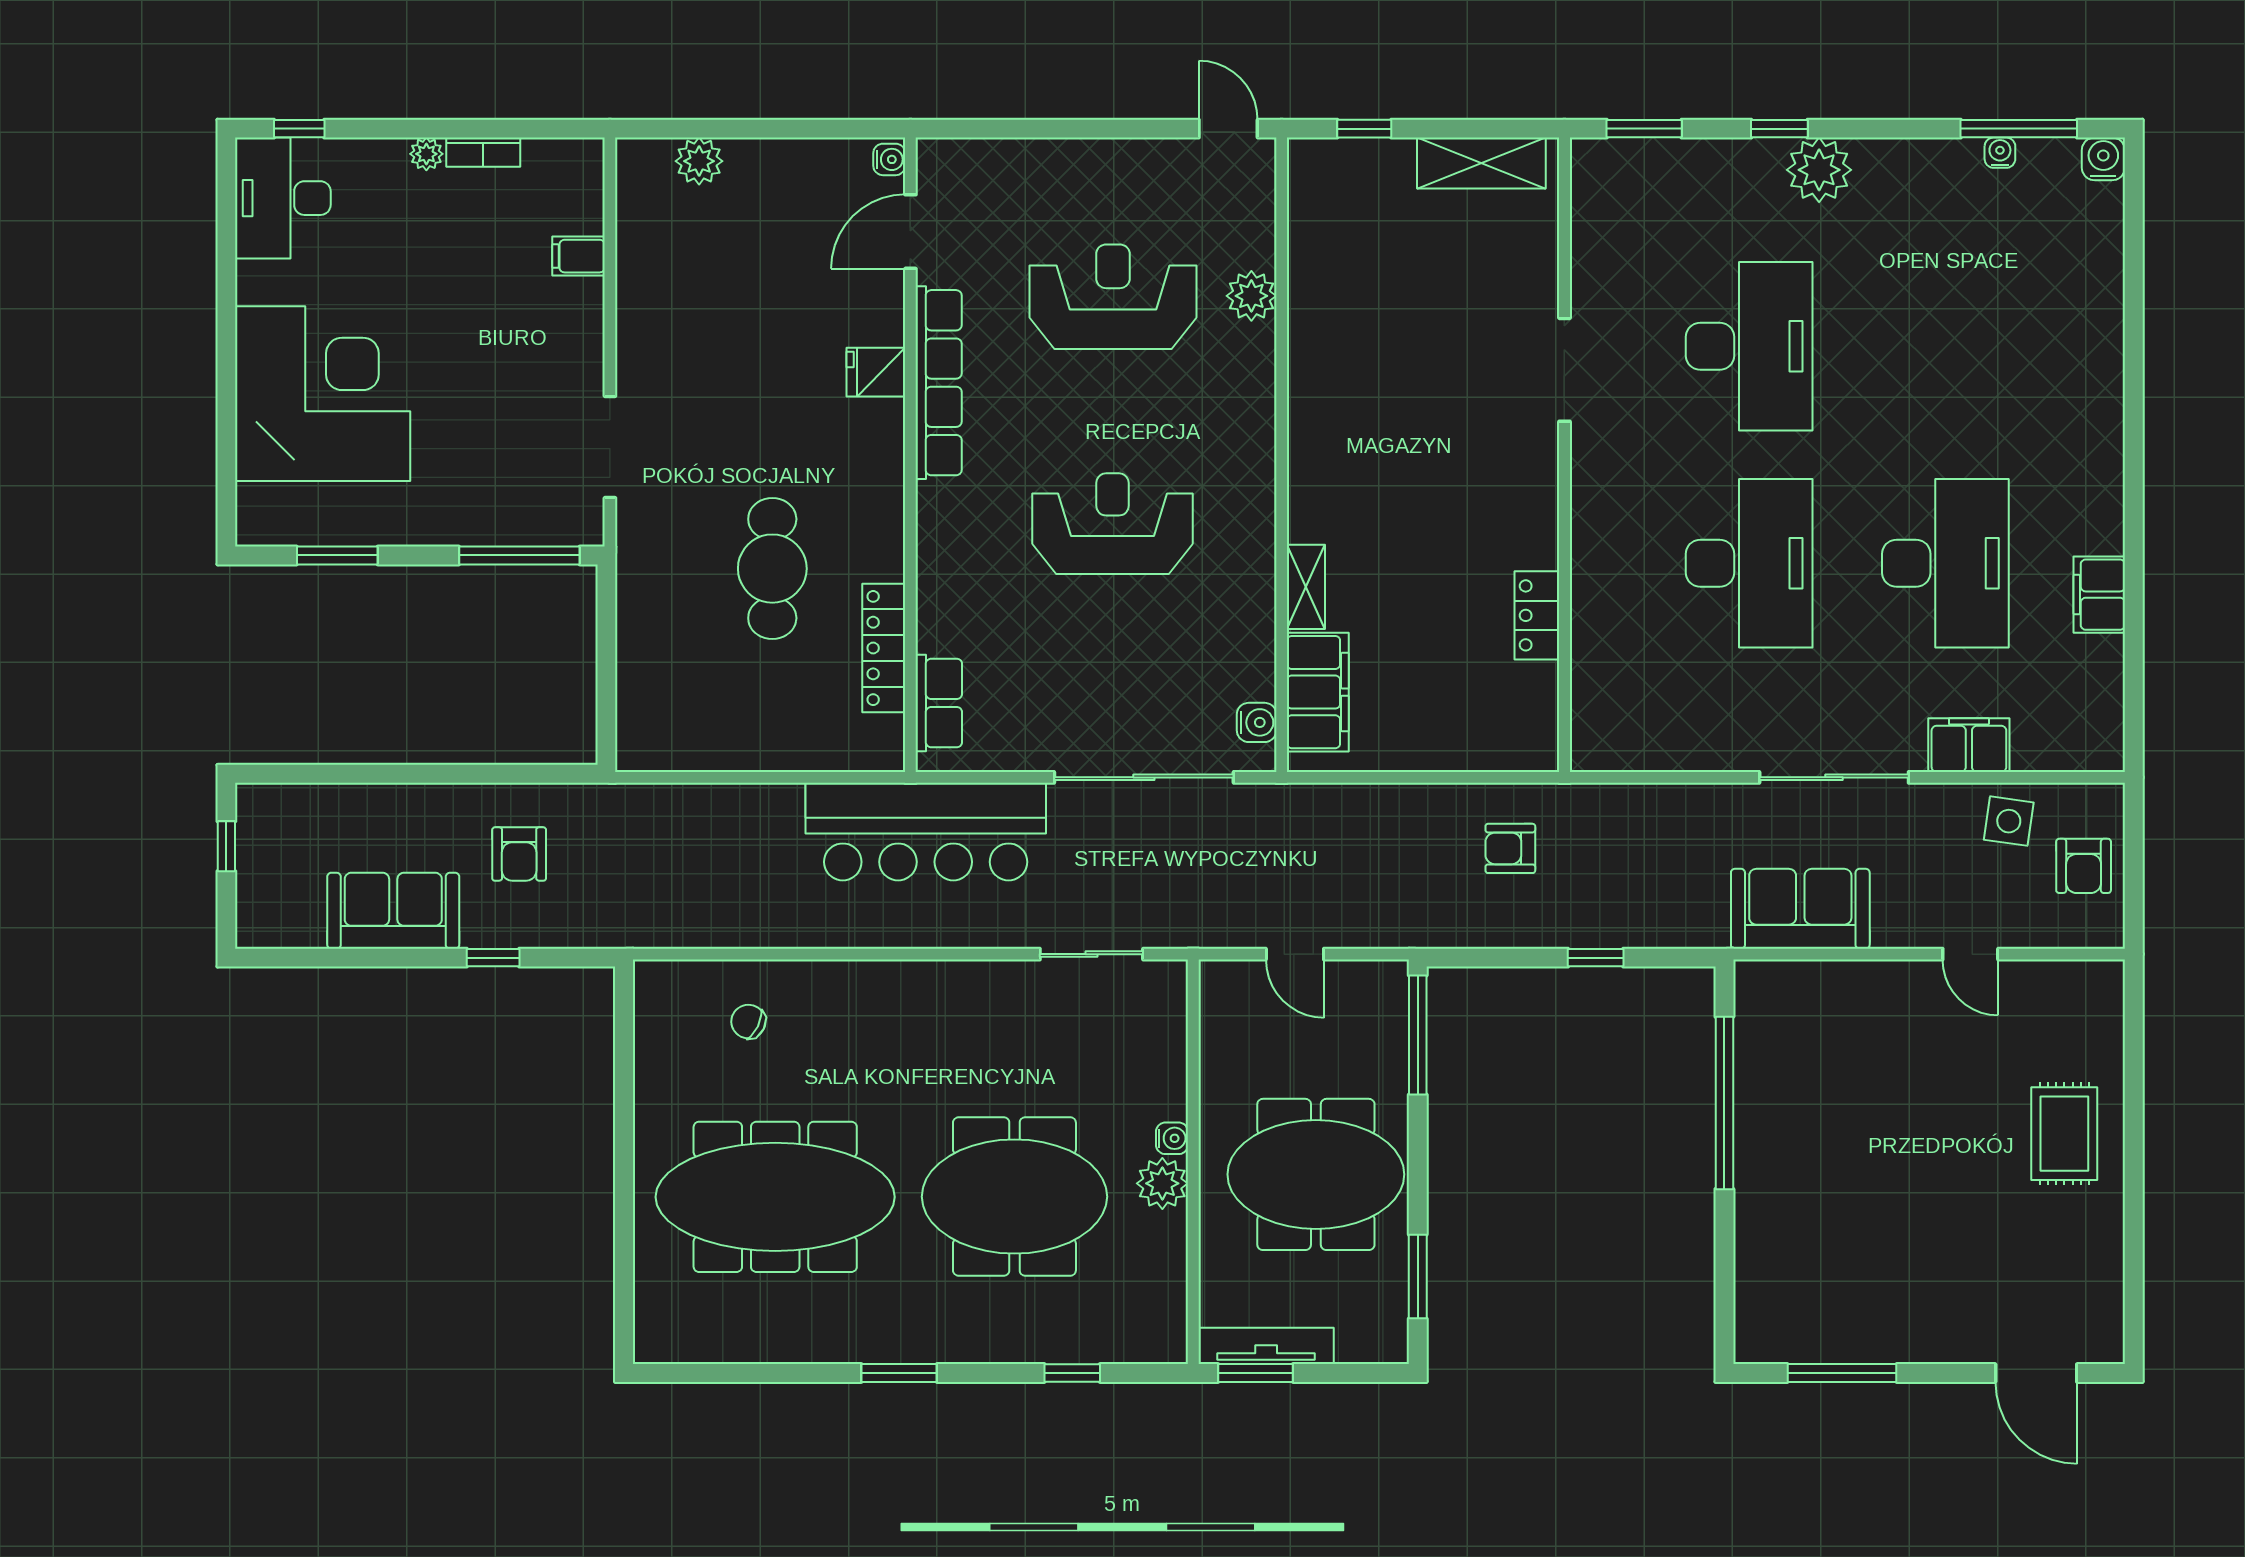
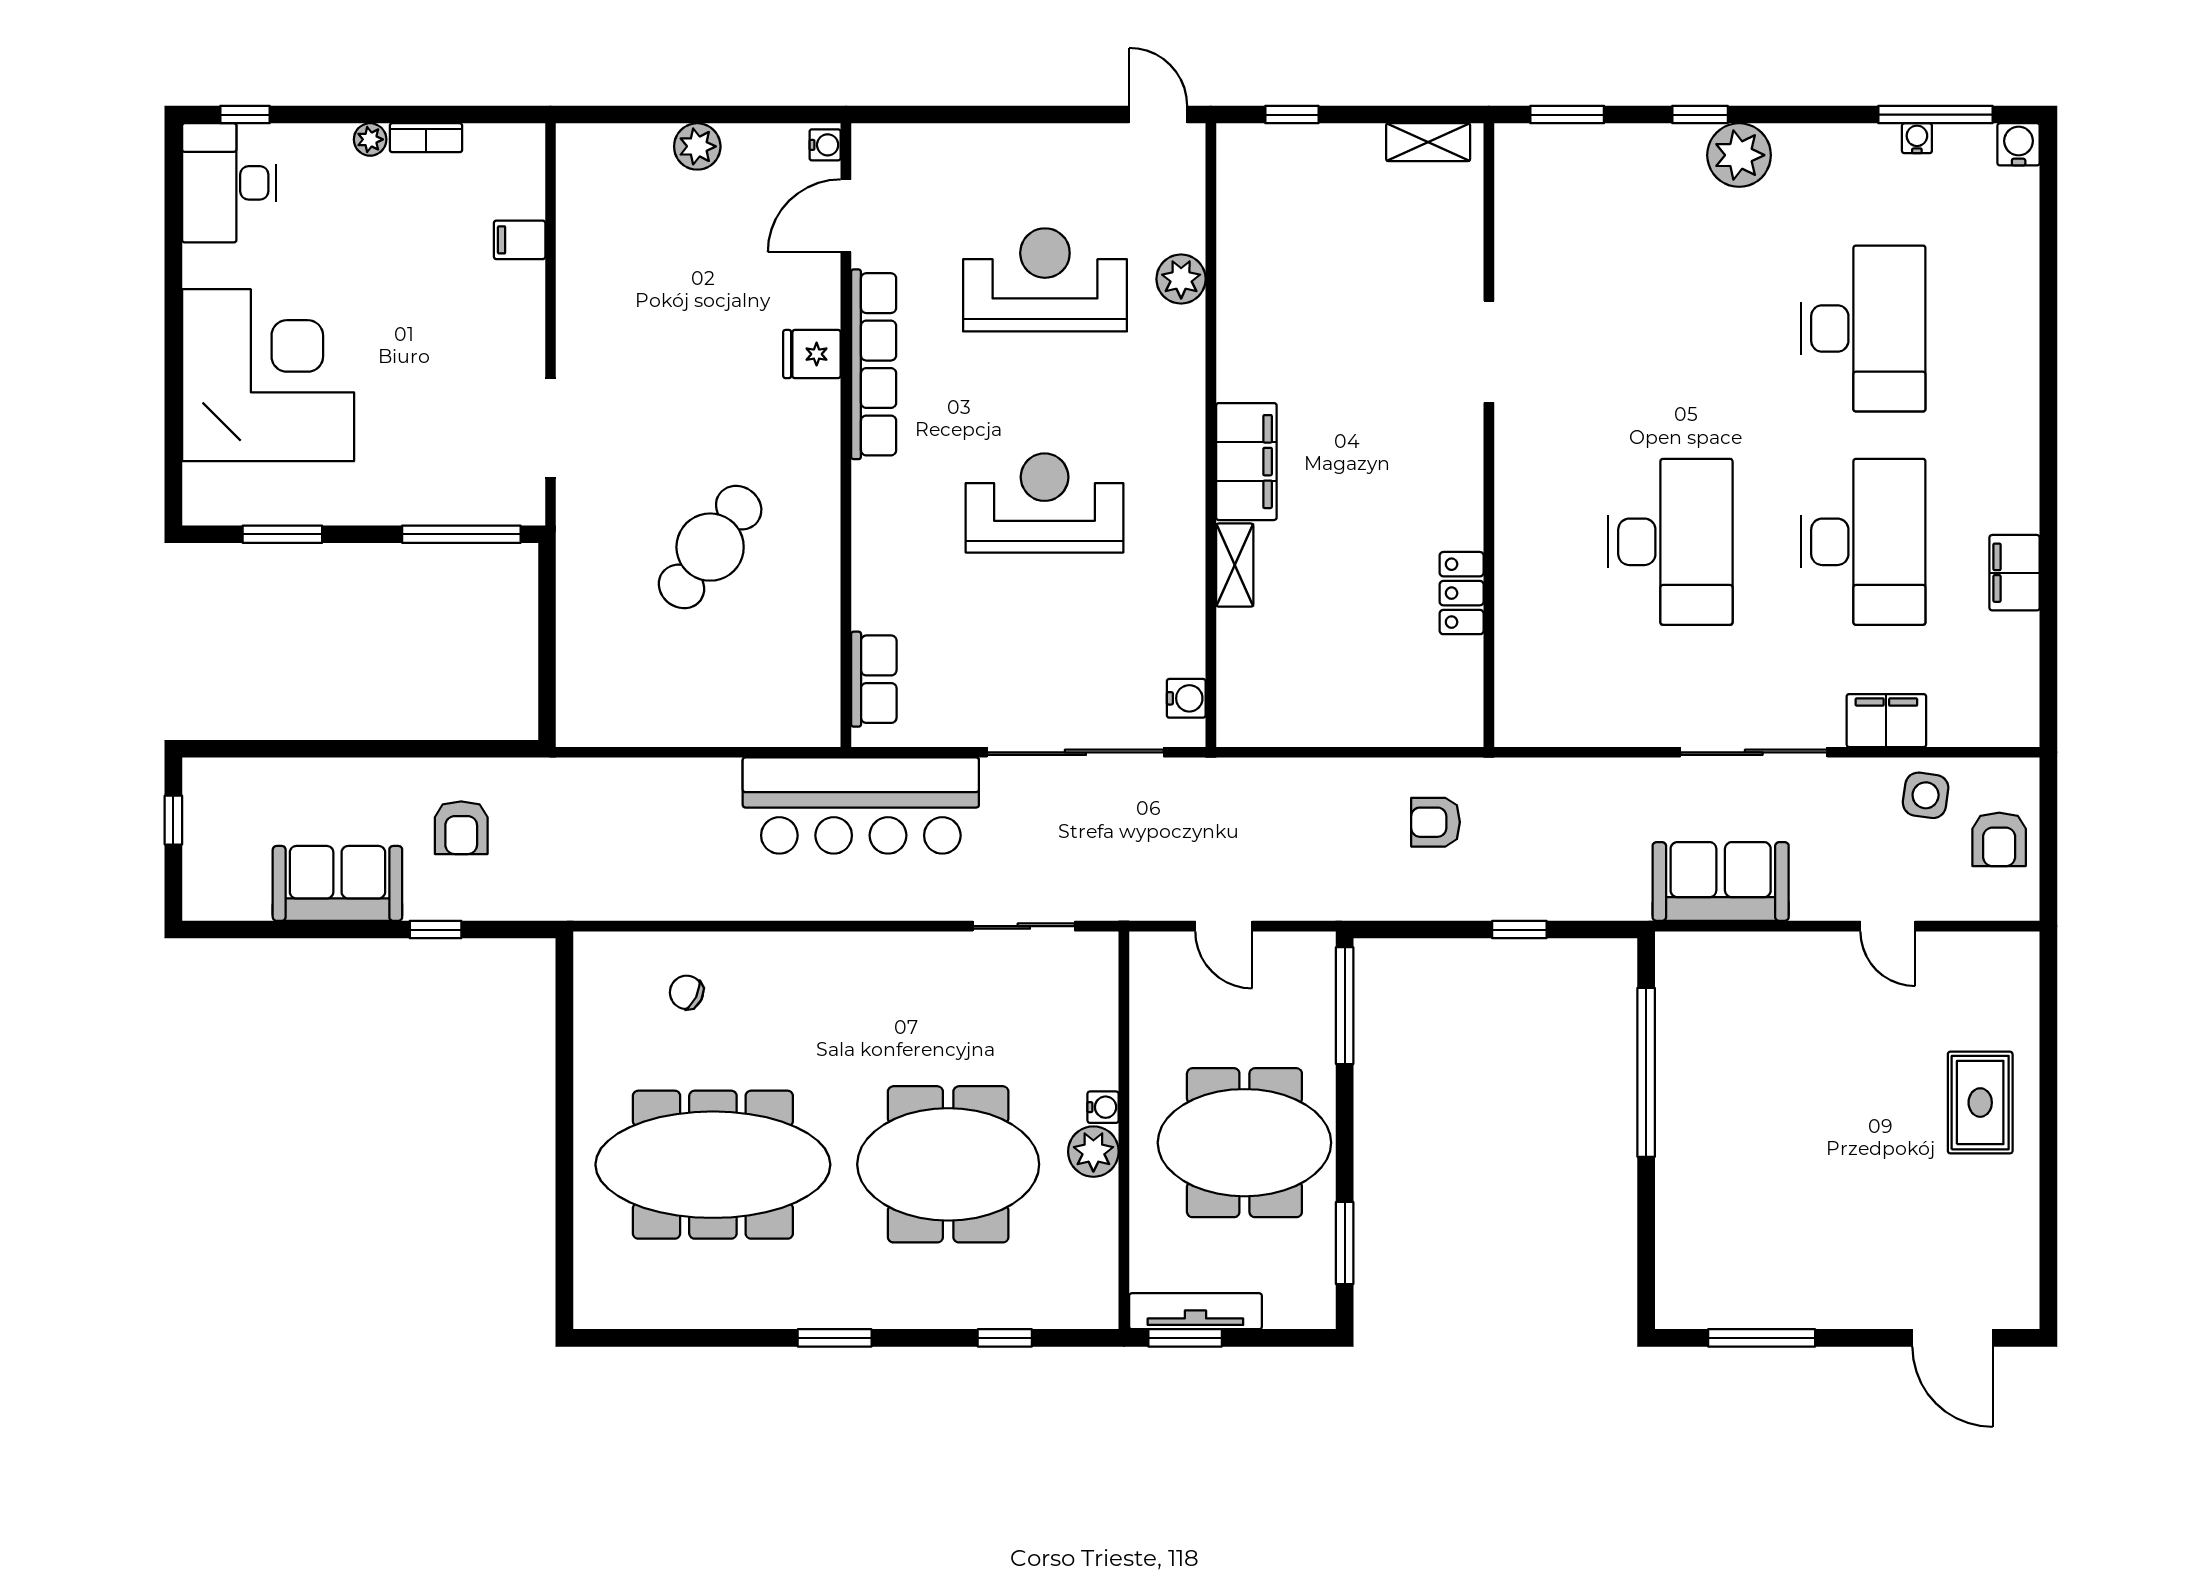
plant: (699, 161) -> (697, 146), moved
shelving: (1481, 163) -> (1428, 142), width x0.67, depth x0.75
desk: (1749, 346) -> (1863, 328), moved
cafe table: (772, 569) -> (710, 547), turned 36
locker: (884, 648) -> (820, 625), removed
filing cabinet: (1318, 692) -> (1246, 462), moved

